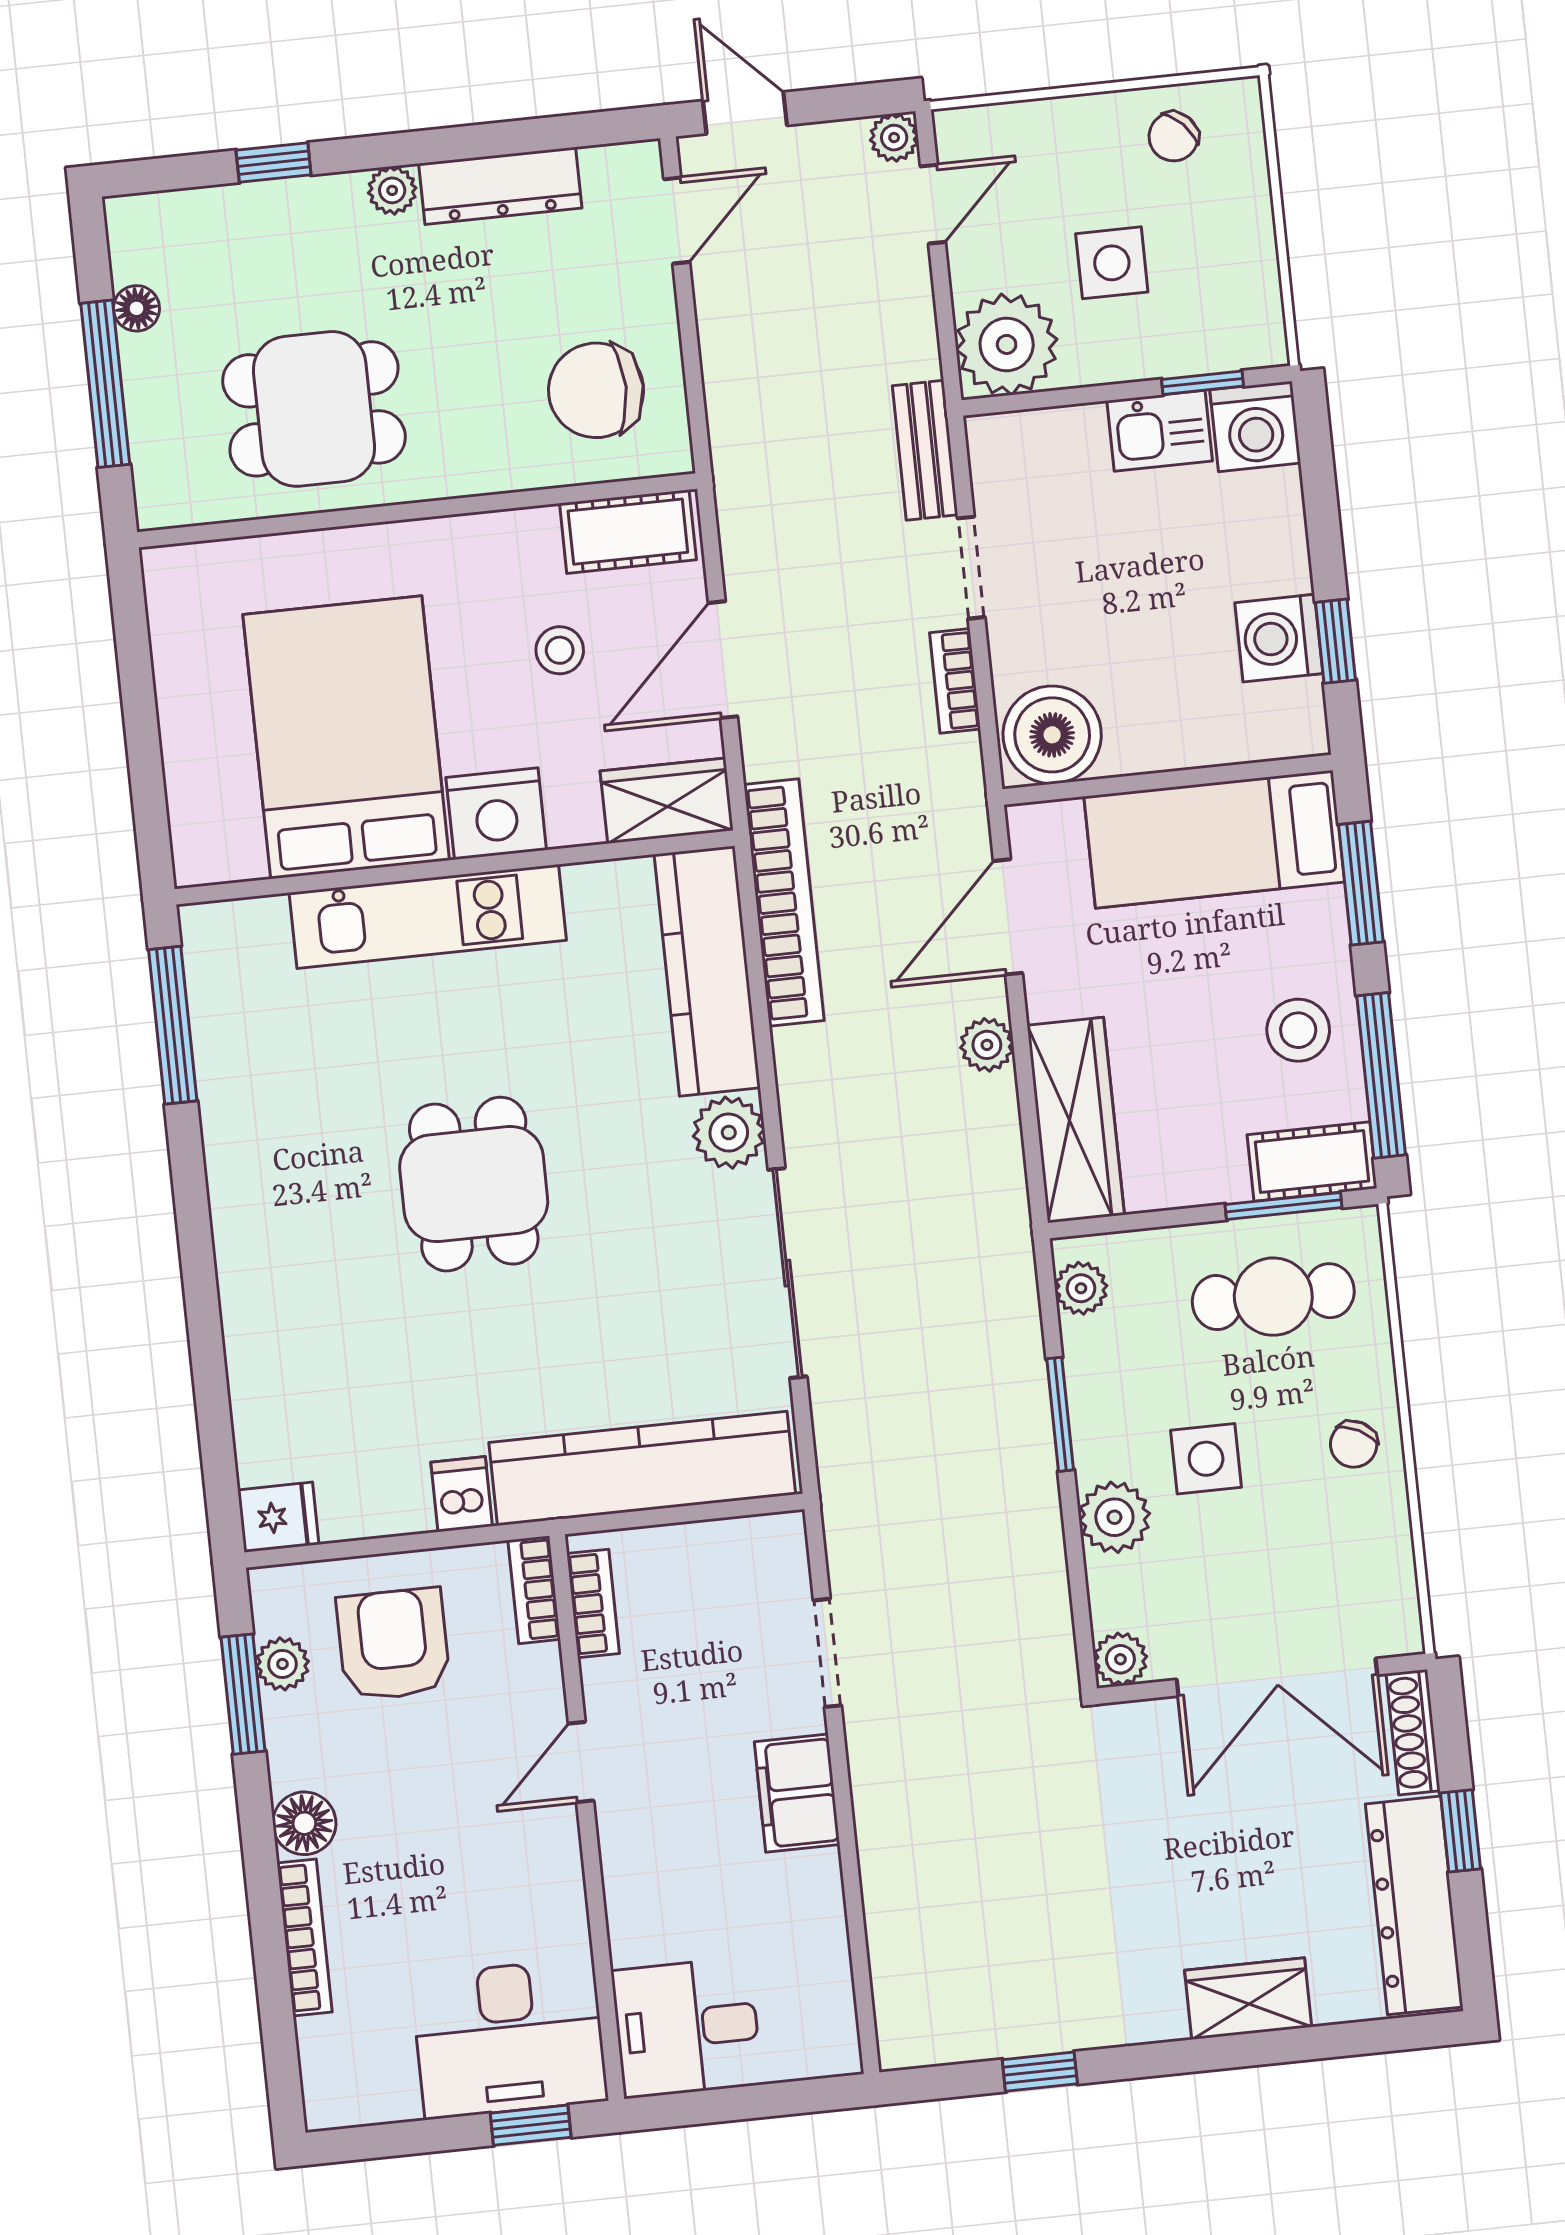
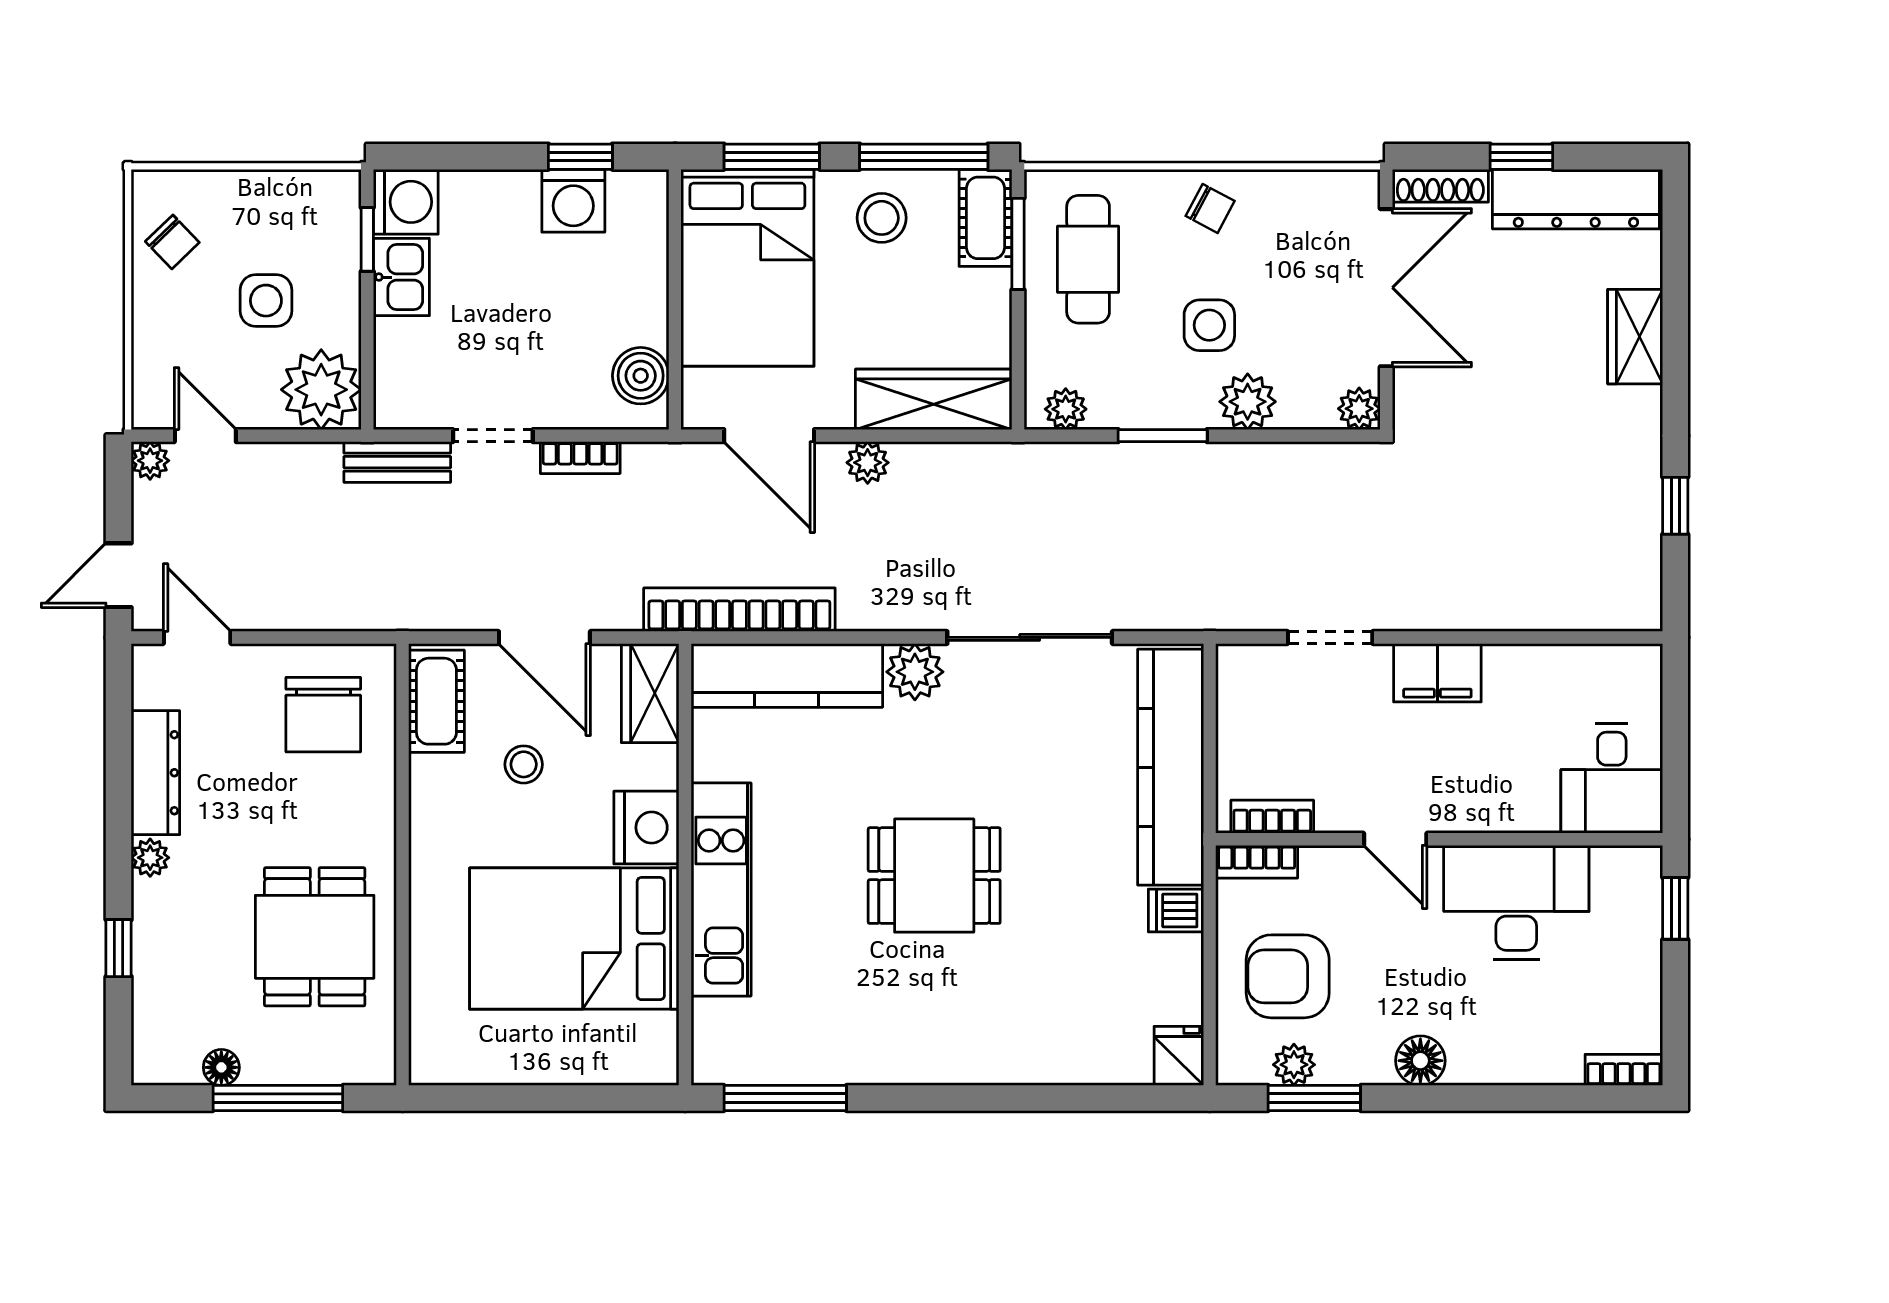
boiler: (1052, 735) -> (641, 376), width x0.73, depth x0.73
bed: (1214, 839) -> (747, 268), width x1.50
bookcase: (305, 1938) -> (1624, 1070), moved, width x0.64
desk: (509, 2038) -> (1516, 902), moved, turned -90

